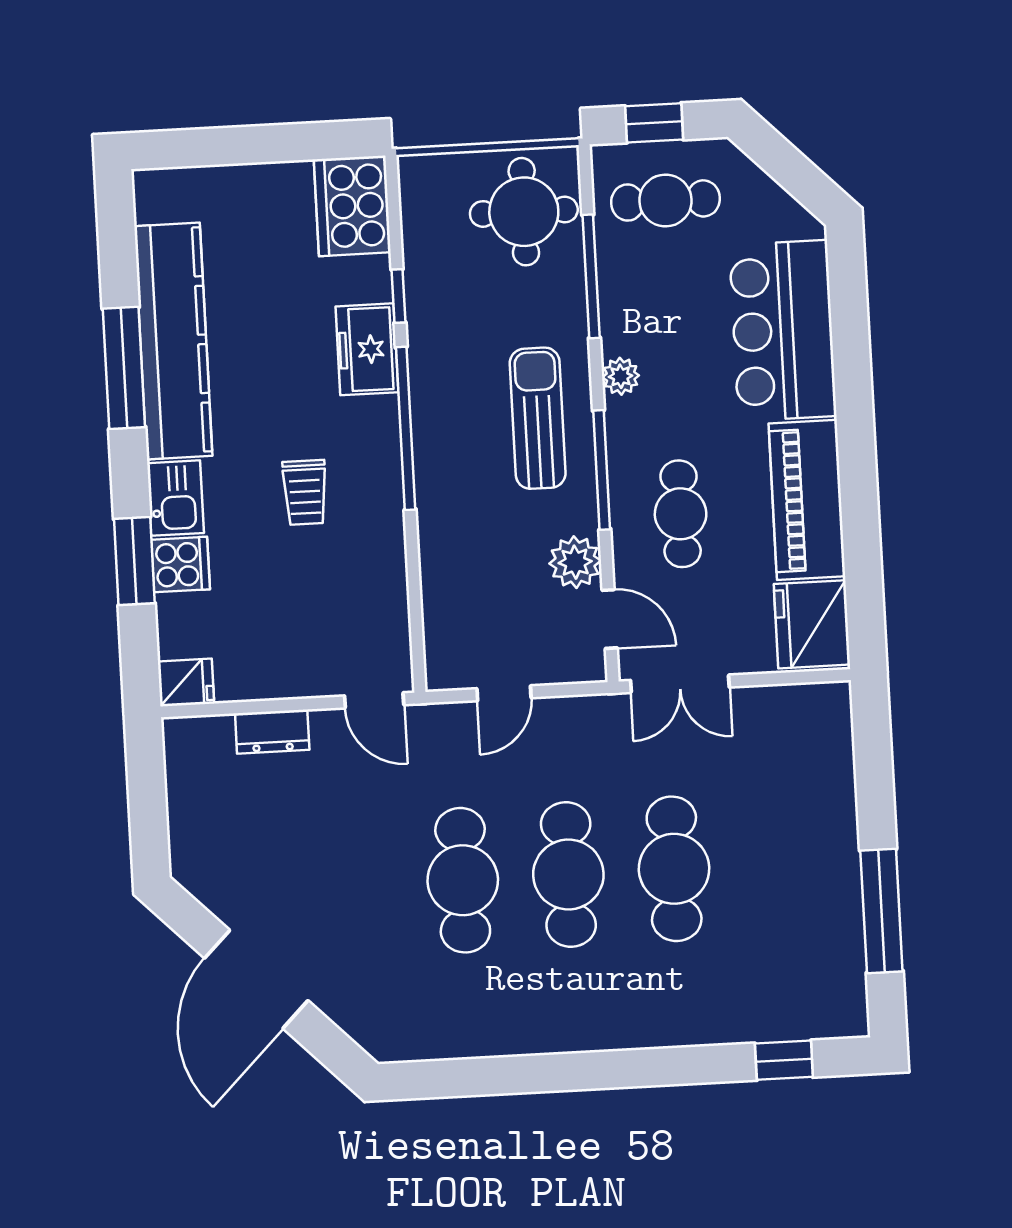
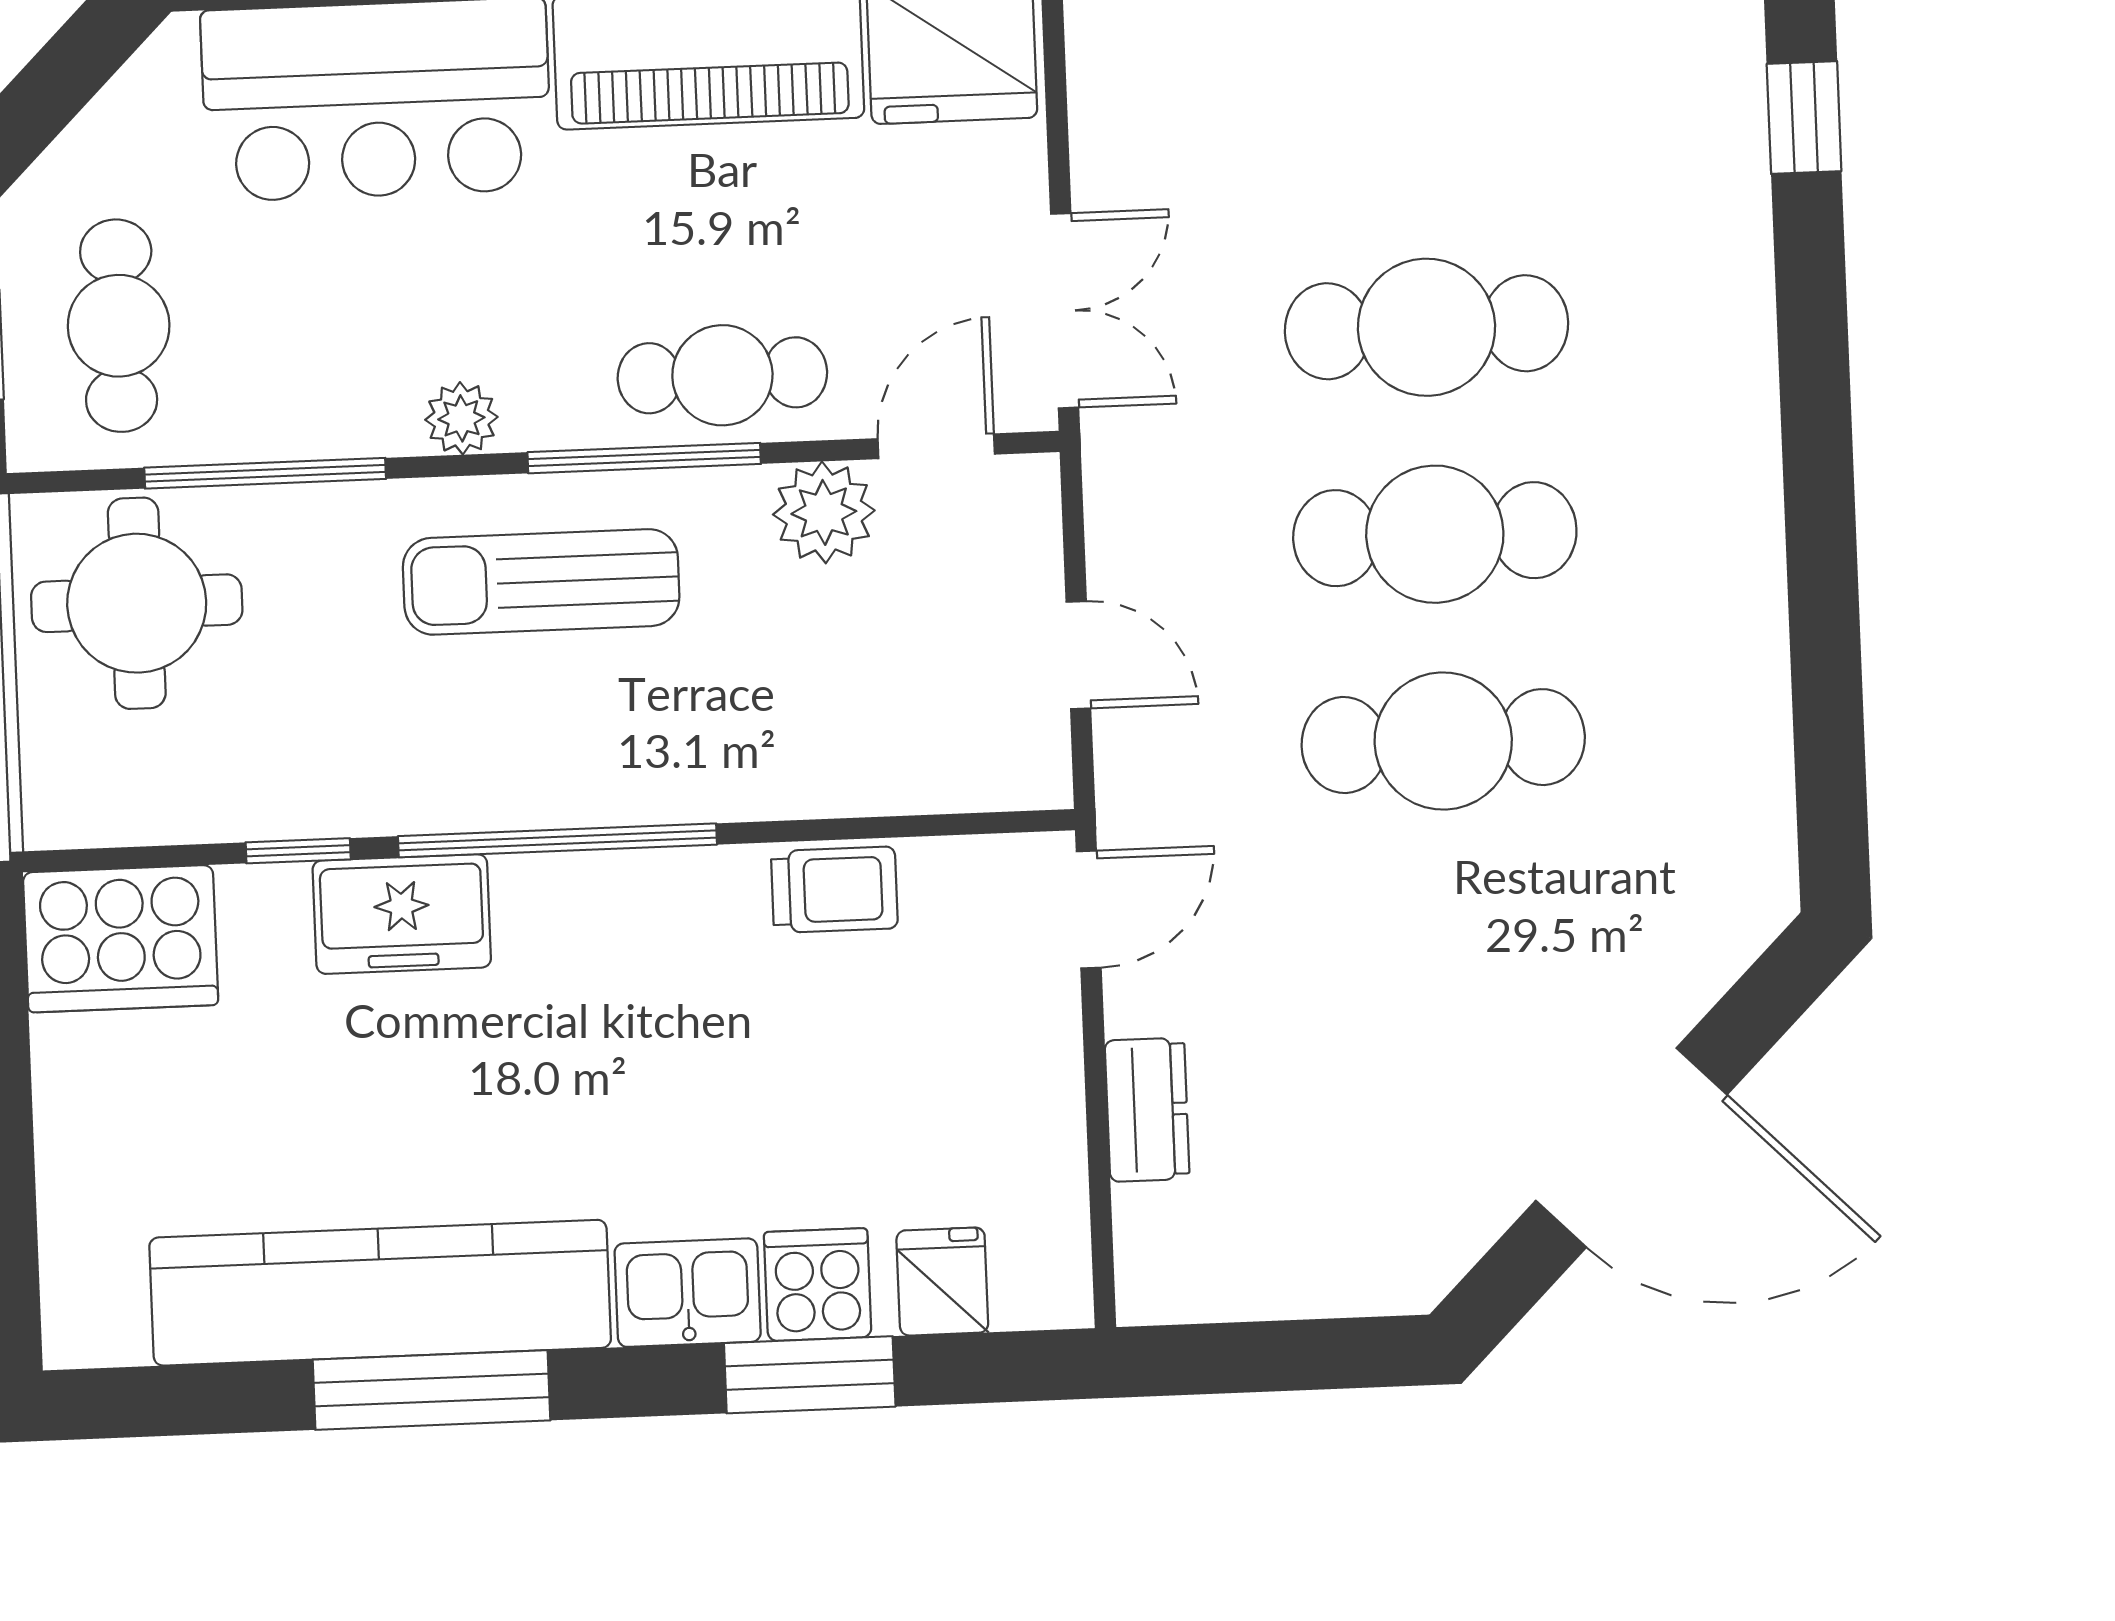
trolley: (305, 492) -> (834, 890), moved
cafe table: (681, 514) -> (722, 375), moved
fridge: (186, 682) -> (942, 1282), moved

